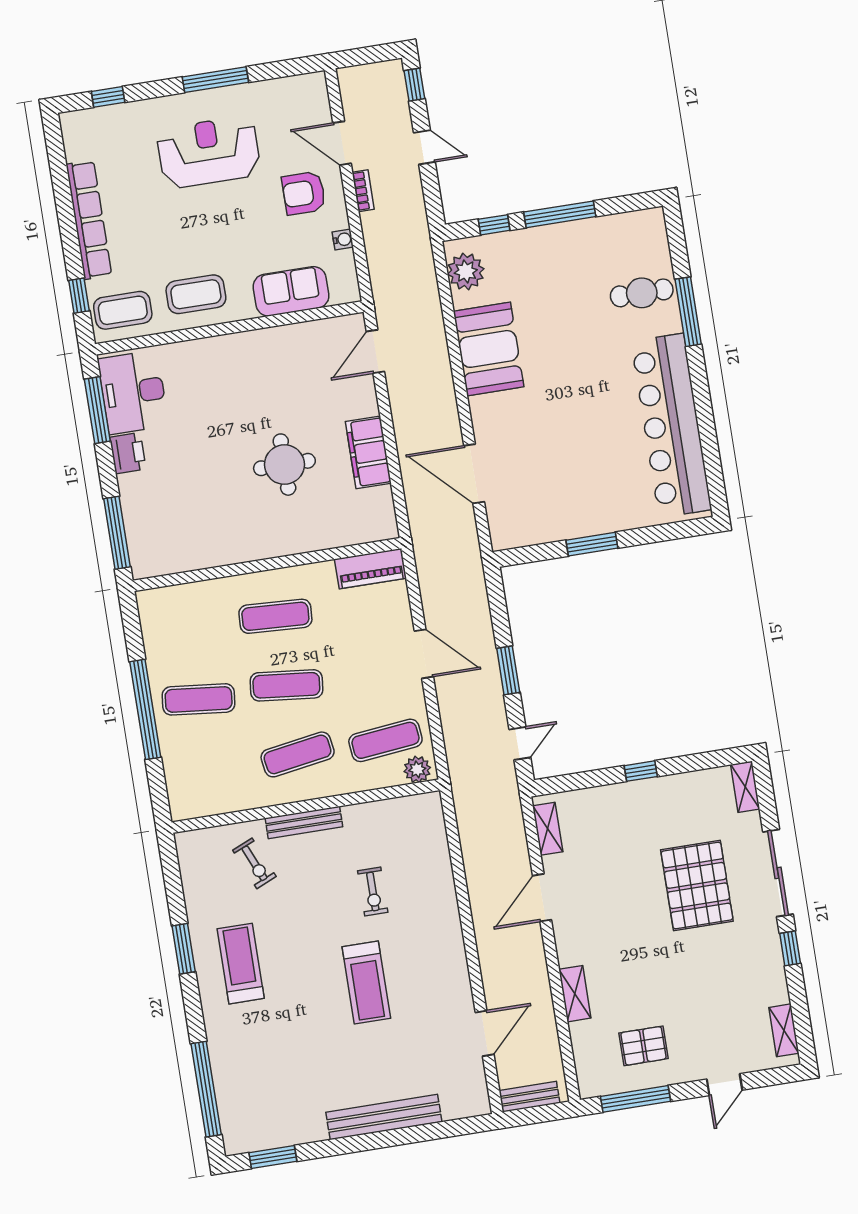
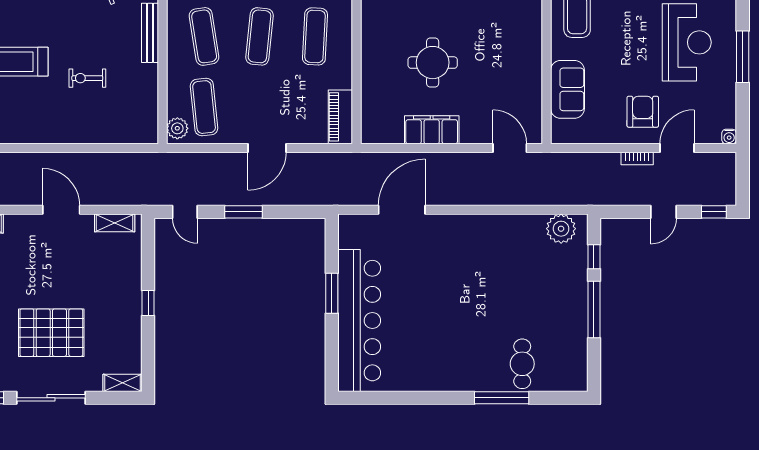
water cooler: (343, 239) -> (729, 136), moved
booth: (489, 349) -> (497, 237), removed
bar counter: (671, 425) -> (359, 321), moved, turned 90

